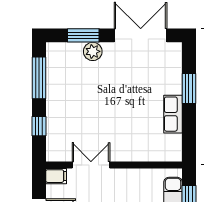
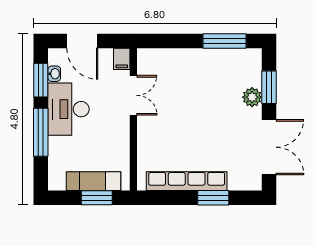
row of seats: (173, 114) -> (187, 181), width x2.02
window: (39, 126) -> (174, 41), removed

